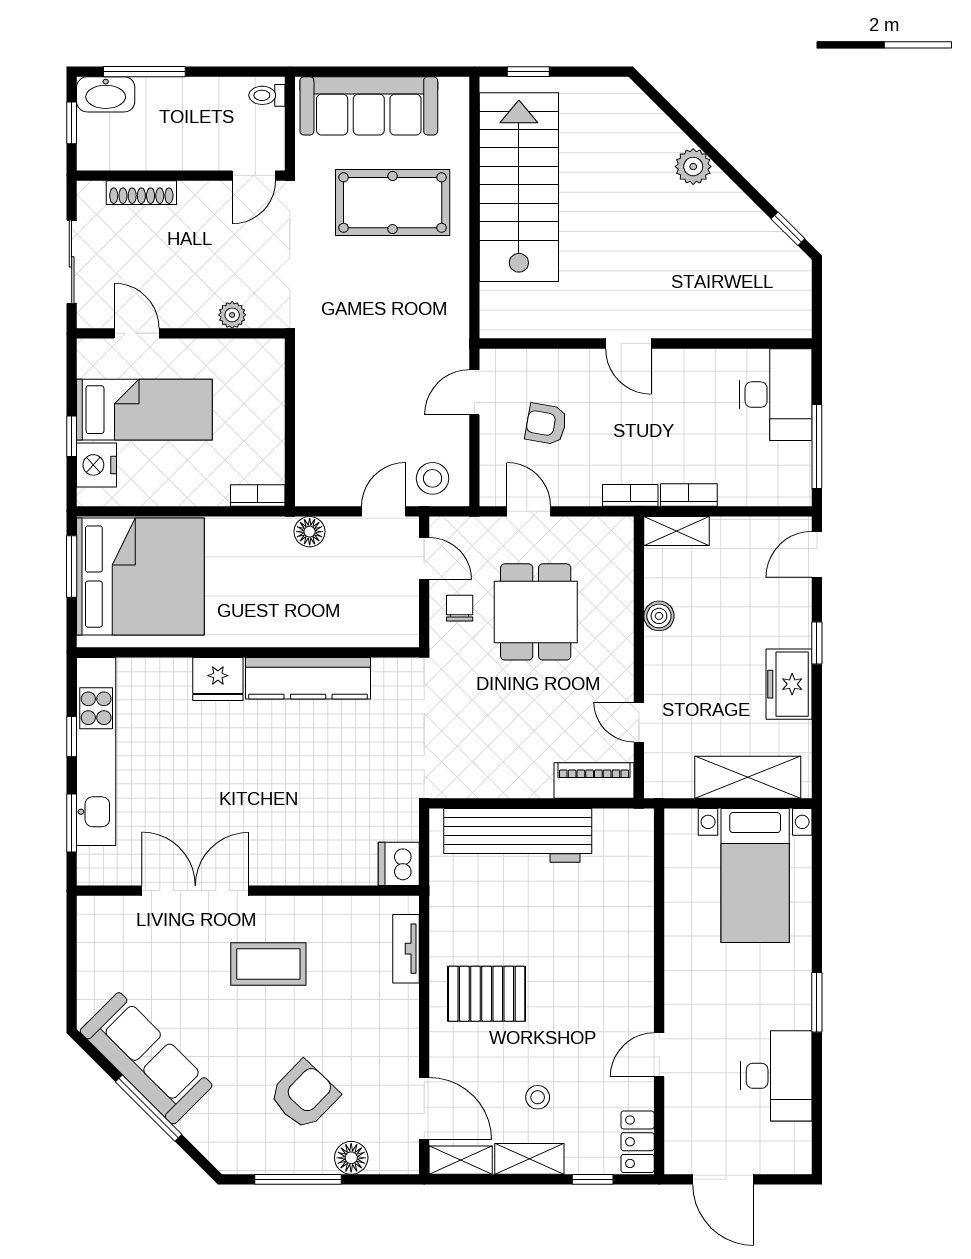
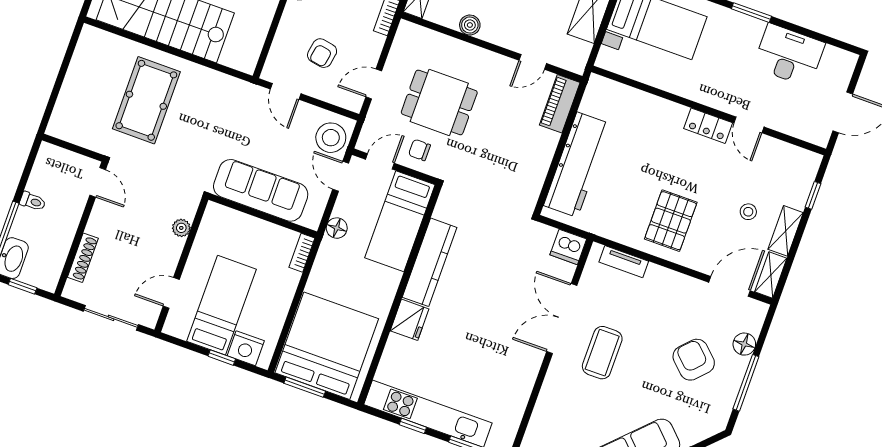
toilet: (267, 95) -> (33, 201), moved, turned -90
sofa: (369, 106) -> (261, 190), moved, turned -90
stool: (433, 478) -> (331, 138), width x1.38, depth x1.38
bed: (351, 616) -> (400, 221), added
double door: (195, 891) -> (562, 318), moved
locker: (638, 1142) -> (708, 126), moved

